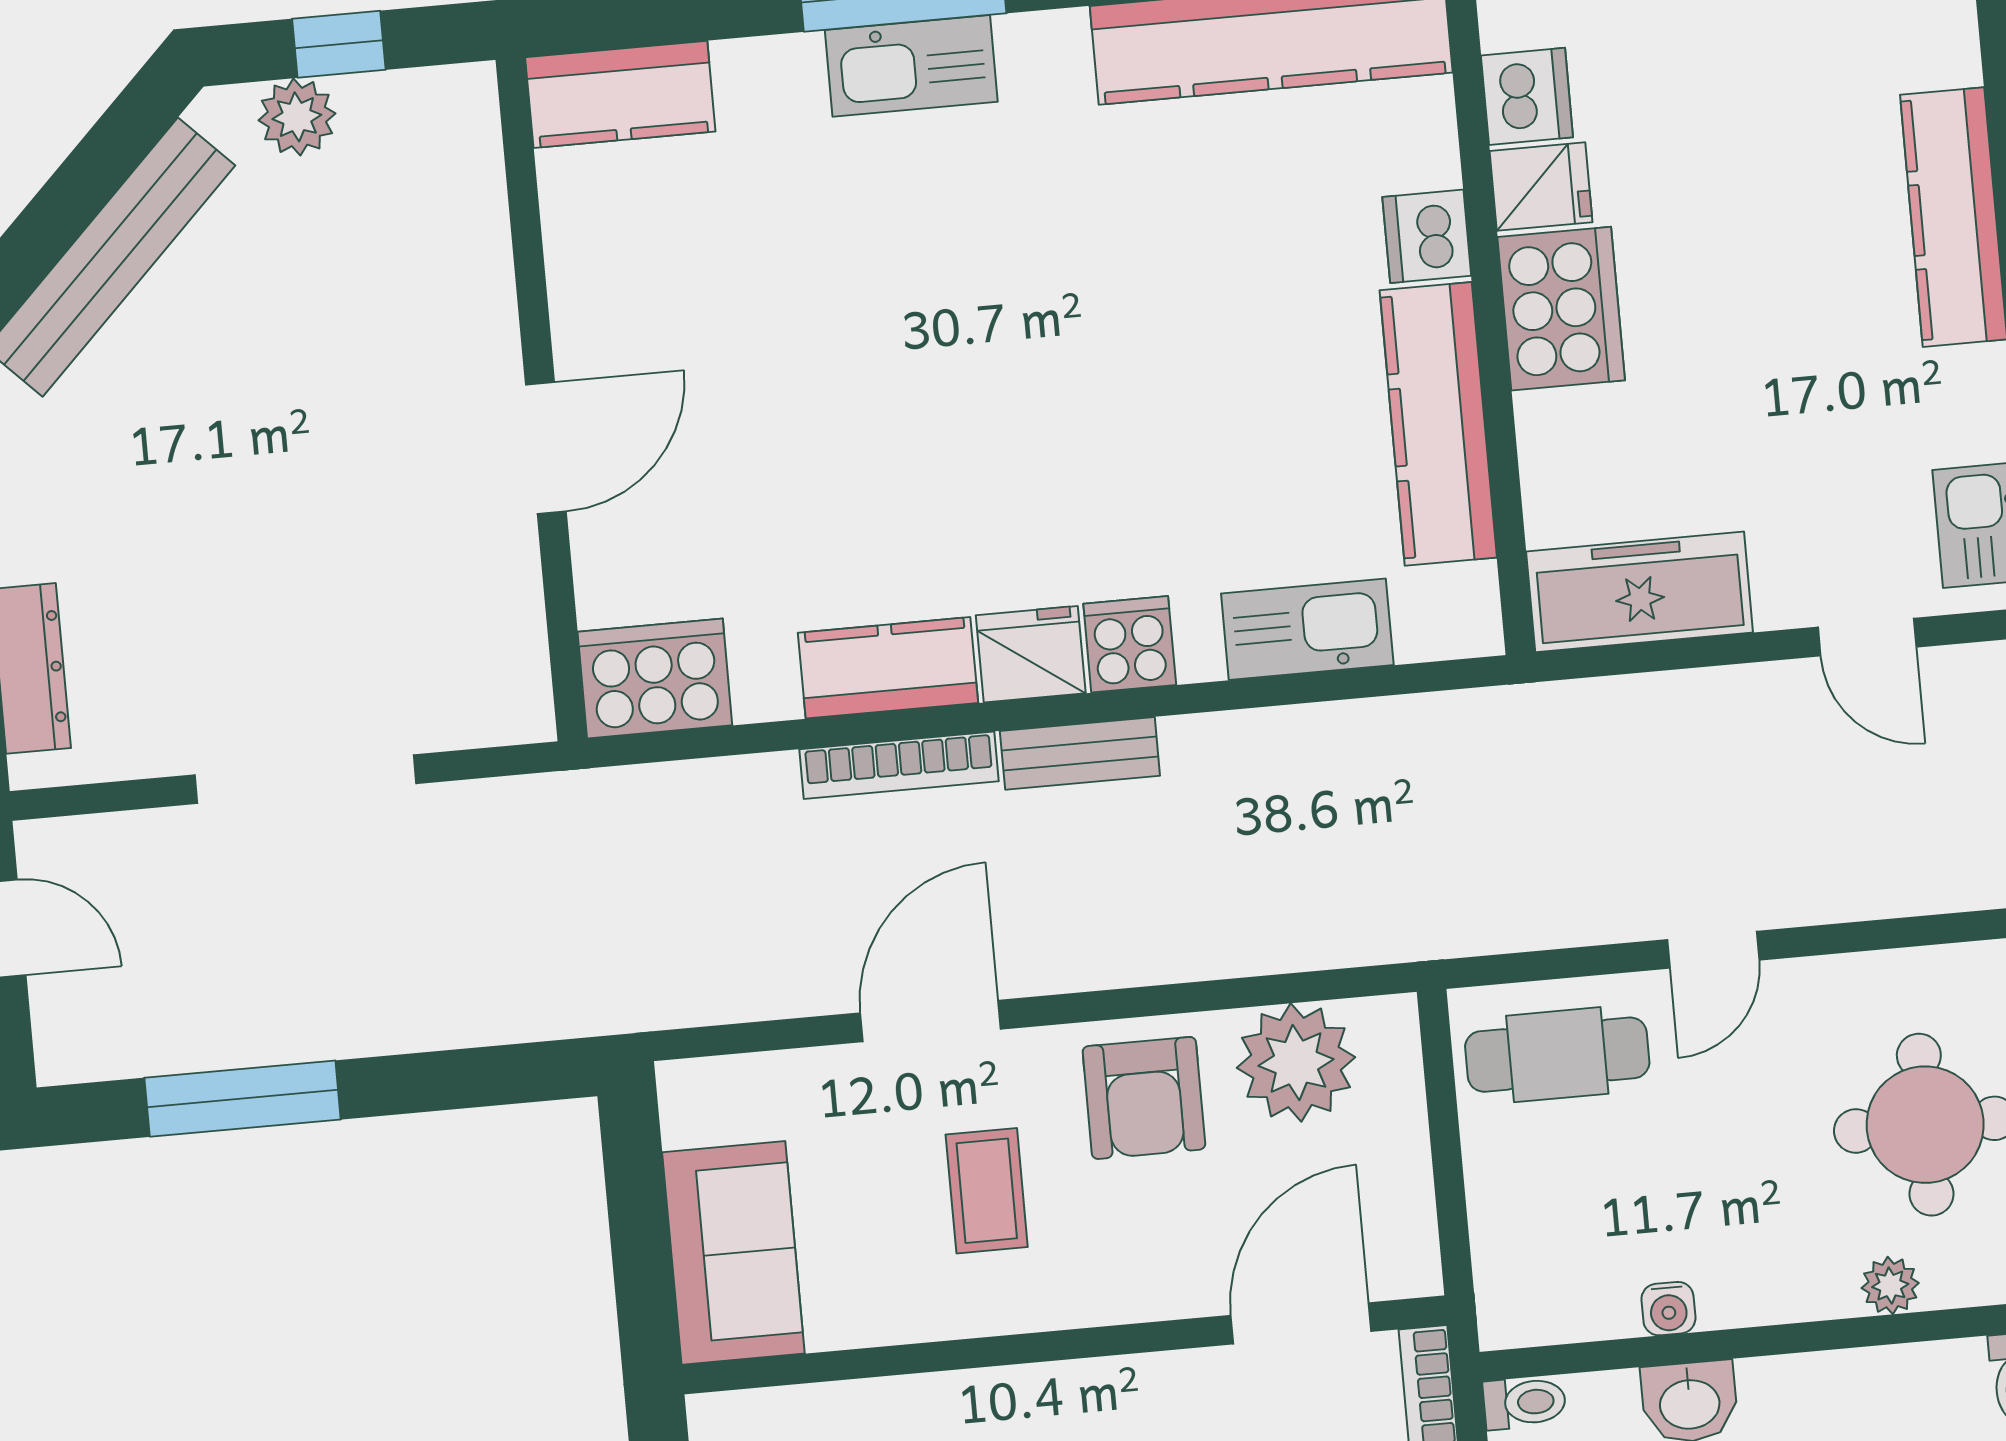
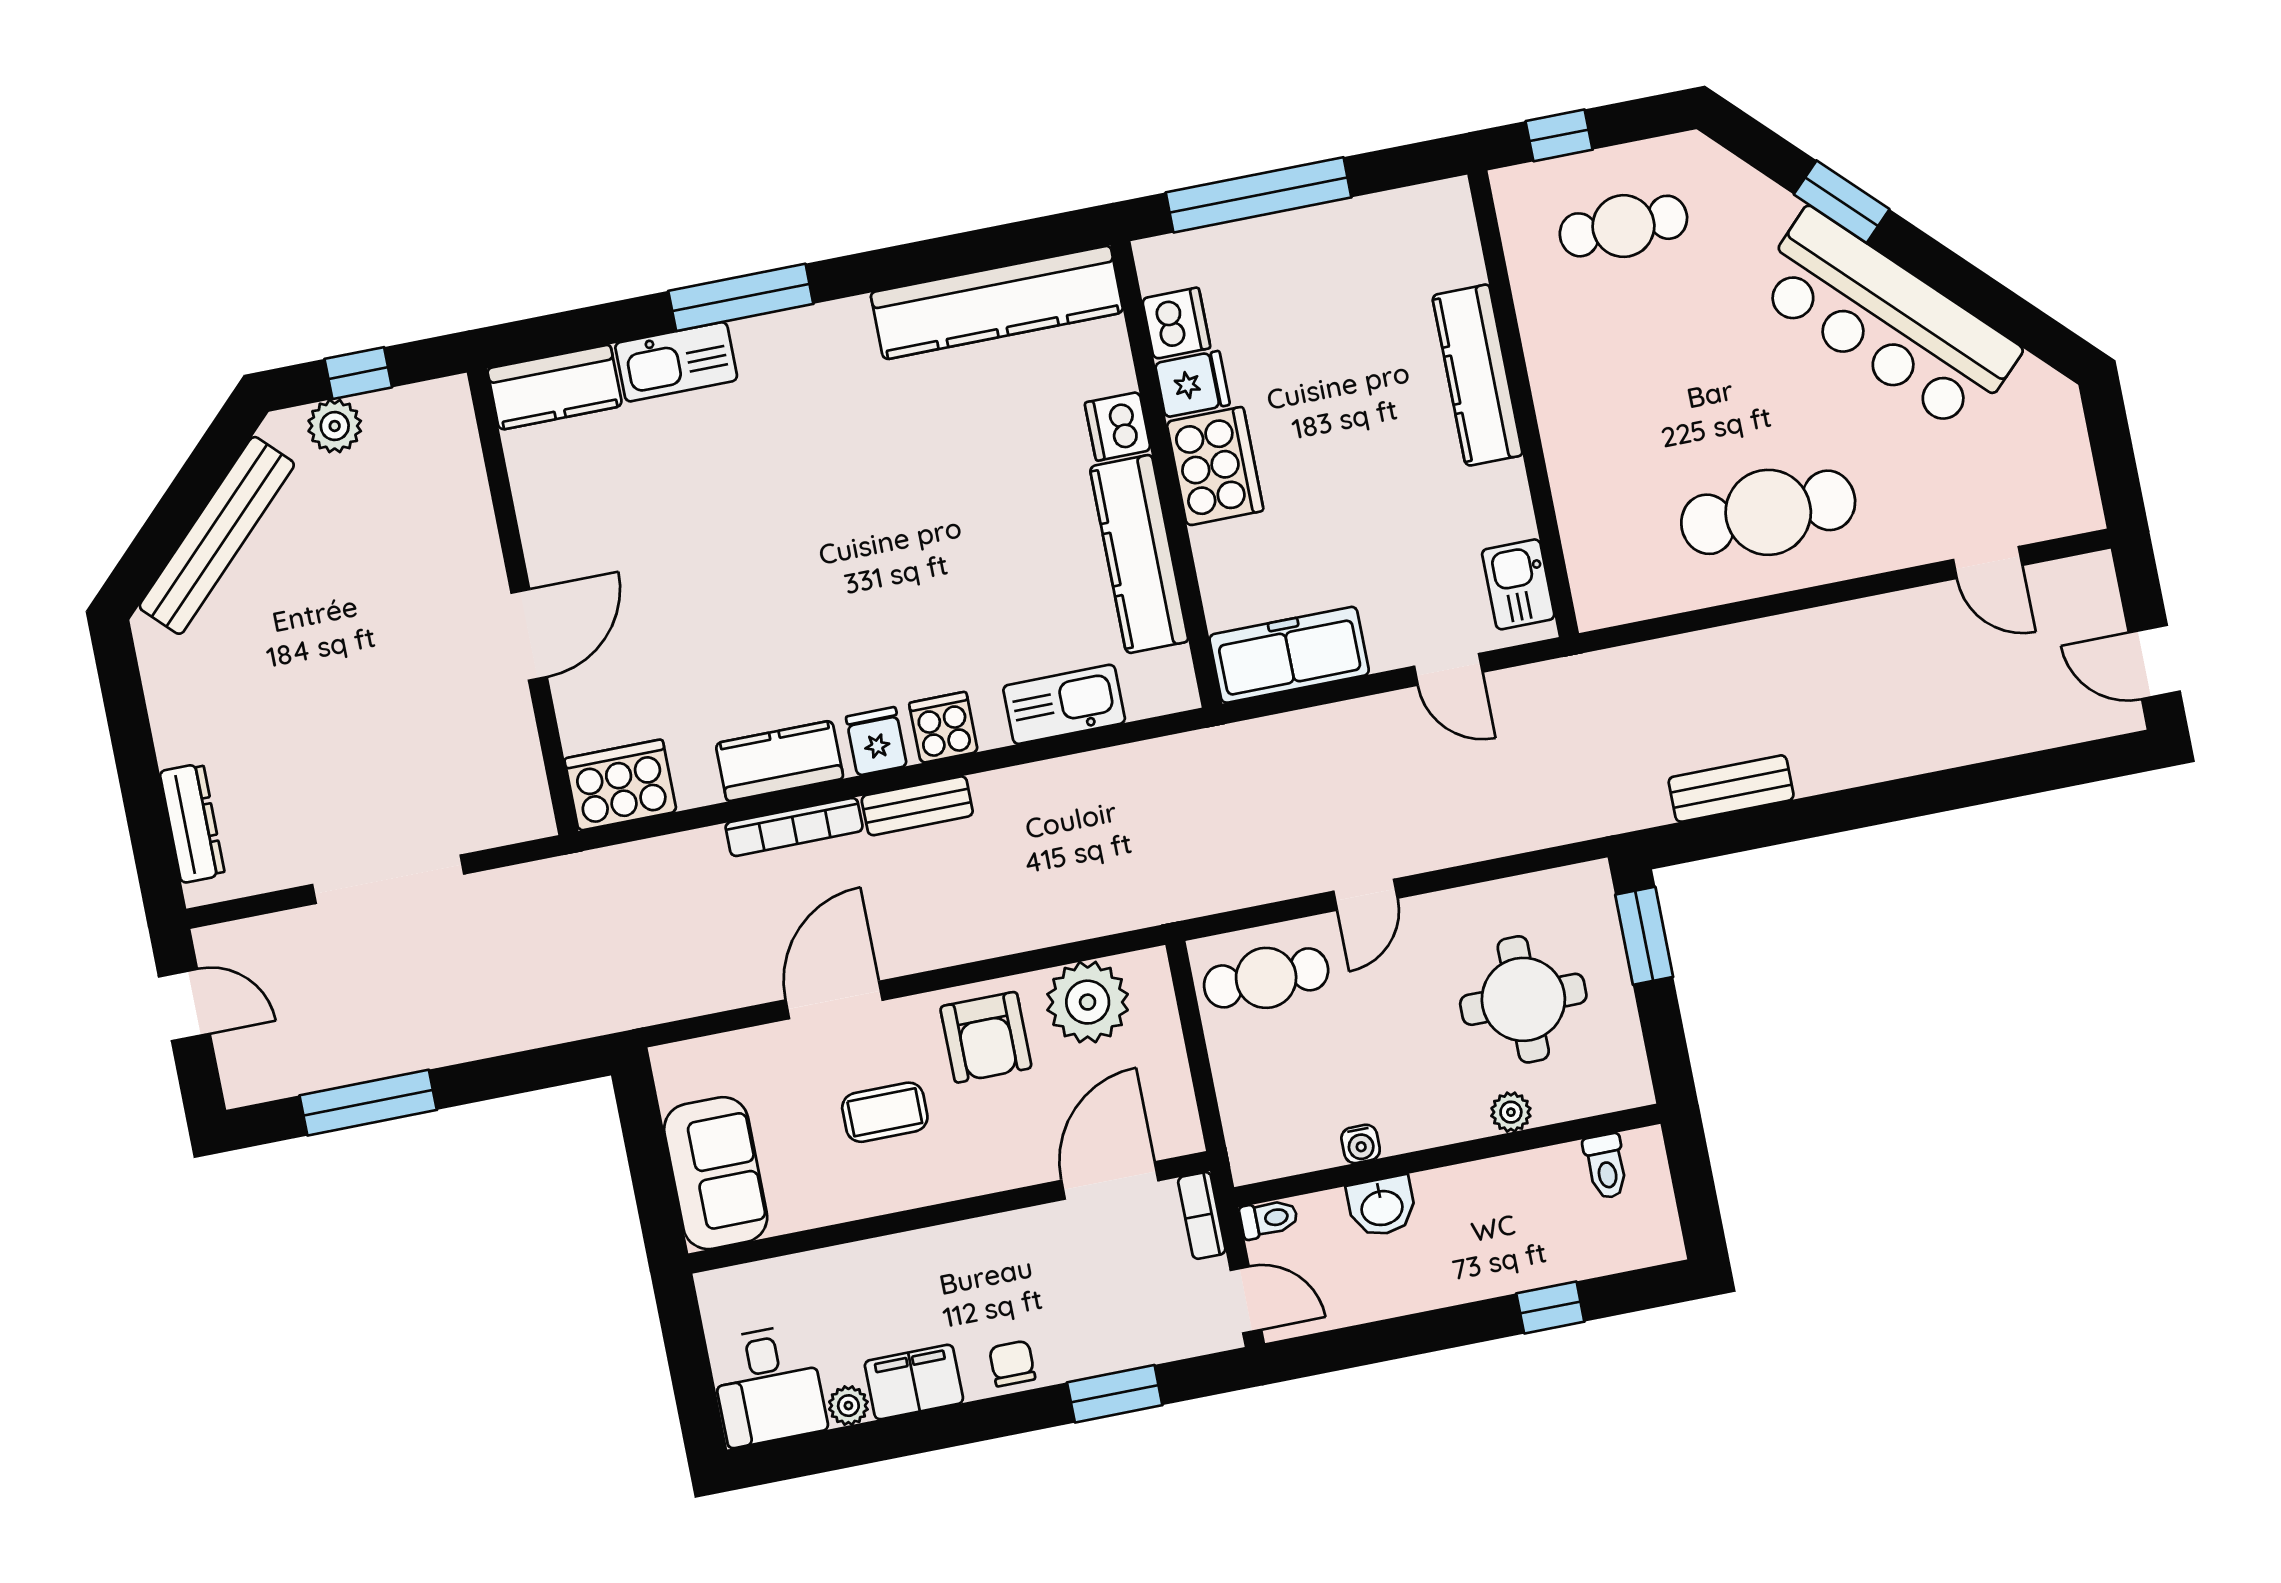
kitchen sink: (911, 66) -> (676, 362), moved
fridge: (1031, 654) -> (876, 741), width x0.72
coffee table: (987, 1191) -> (885, 1112), turned 90

